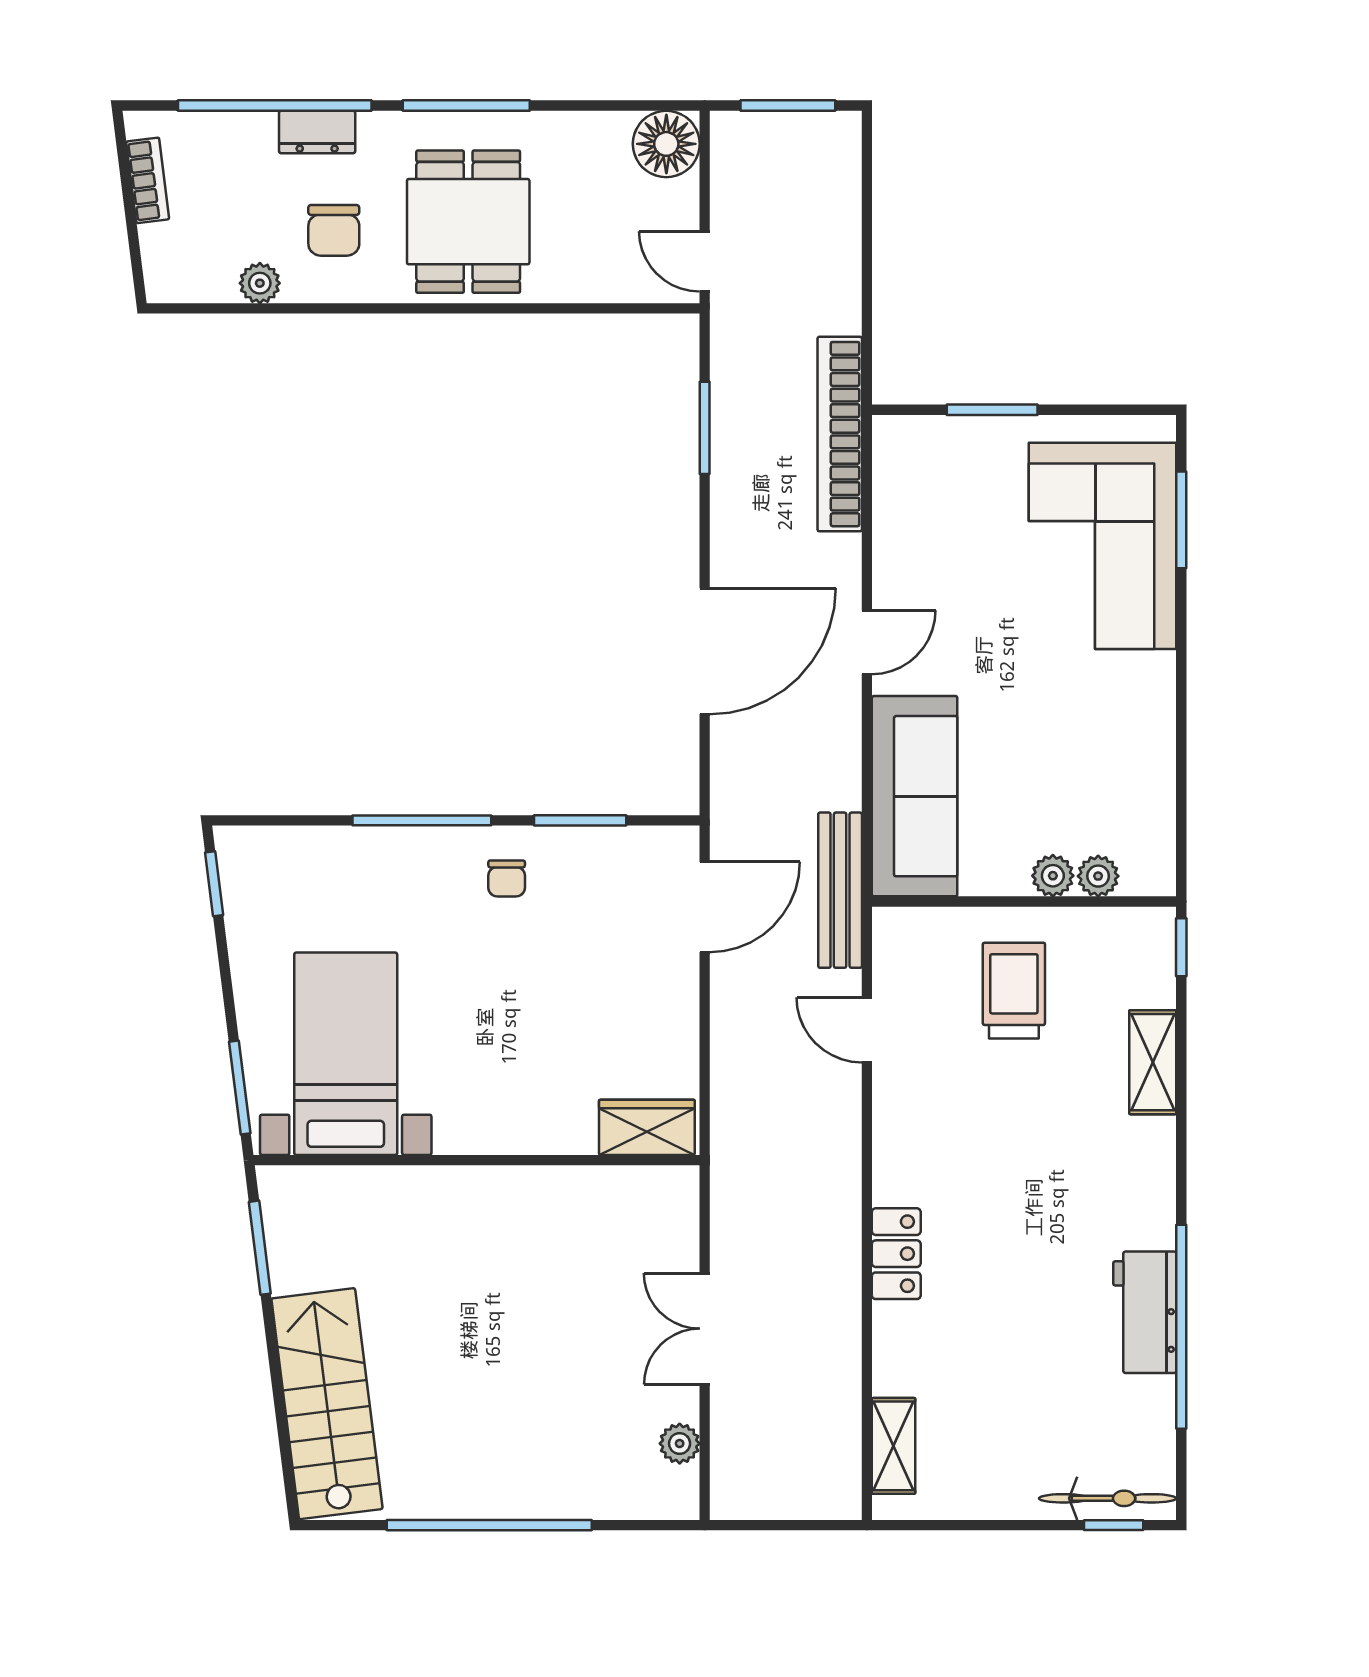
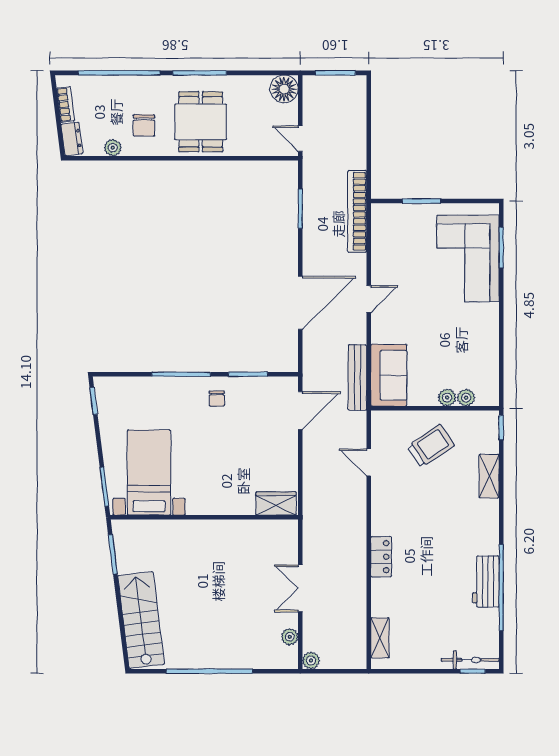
dresser: (317, 132) -> (72, 139), moved, turned -97
sofa: (915, 796) -> (389, 375), width x0.73
bench: (840, 890) -> (357, 377), moved
trolley: (1014, 991) -> (431, 446), turned 56
plant: (730, 1500) -> (311, 661), added

